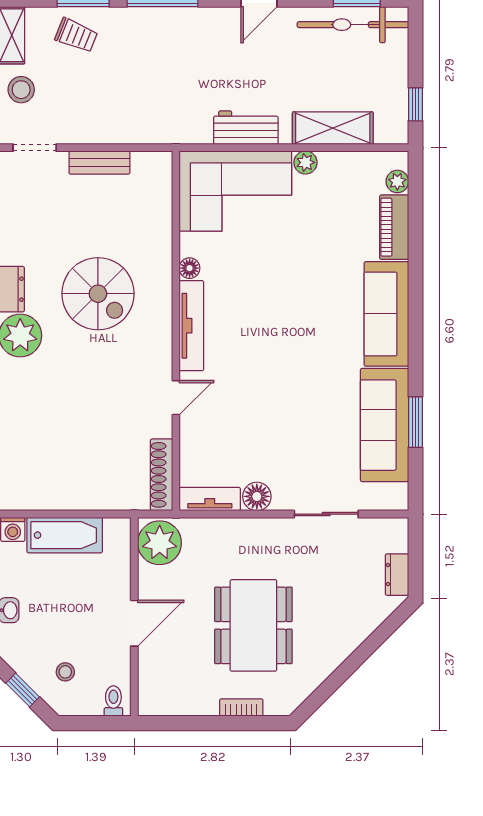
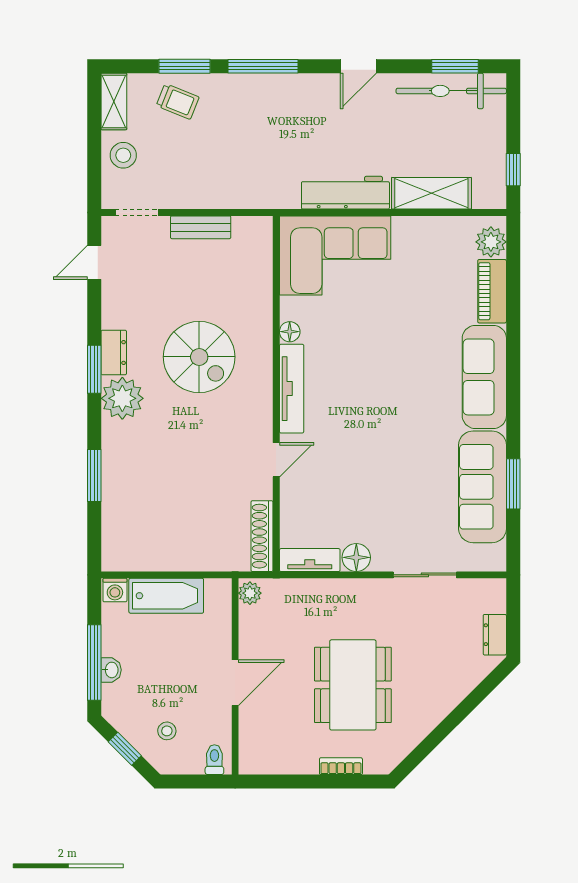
workbench: (246, 128) -> (345, 193), width x1.38
plant: (305, 162) -> (404, 227), removed
plant: (397, 181) -> (491, 242), width x1.38, depth x1.38
plant: (160, 543) -> (250, 593), width x0.53, depth x0.53

